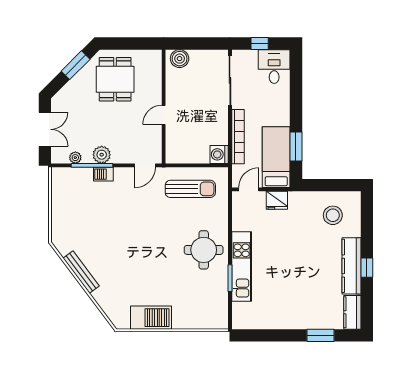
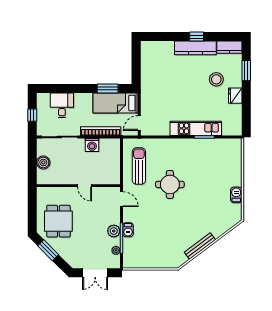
boiler: (180, 59) -> (43, 162), moved
desk: (274, 67) -> (62, 105), moved, turned 90
dining table: (115, 79) -> (58, 221), turned 90
double door: (45, 129) -> (95, 273), swing flipped
washing machine: (219, 154) -> (92, 145), moved
door: (249, 189) -> (139, 123), hinge flipped
fridge: (277, 200) -> (235, 96), moved, turned 180
stool: (333, 215) -> (216, 79), moved
round table: (204, 250) -> (170, 184), moved
barbecue: (151, 318) -> (236, 195), width x0.53, depth x0.65

